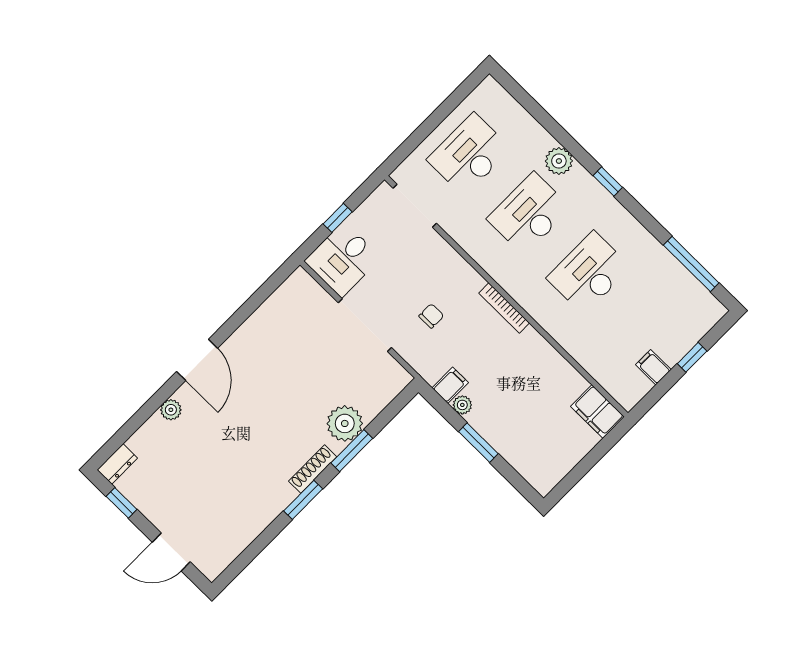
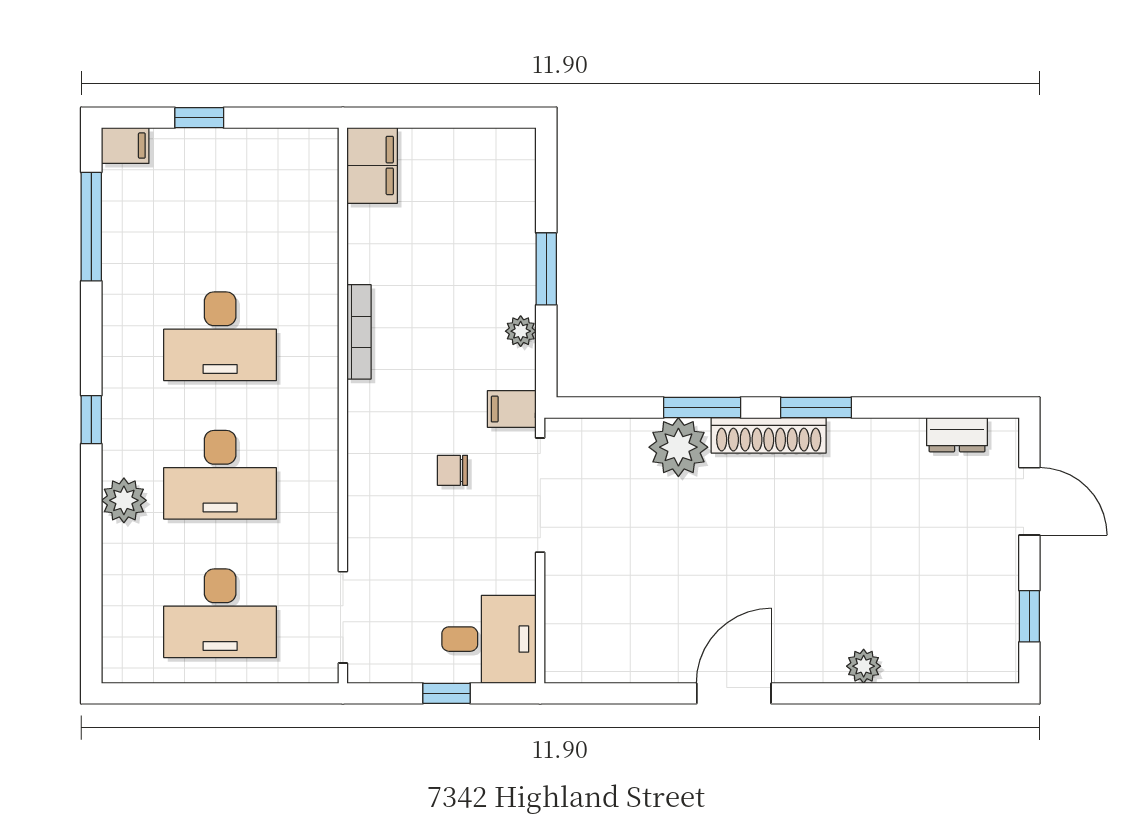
bookcase: (504, 308) -> (359, 332), moved
doorway: (365, 325) -> (540, 495), moved
door: (197, 360) -> (734, 693), moved
filing cabinet: (653, 367) -> (125, 146), moved, turned -90
filing cabinet: (450, 385) -> (512, 409), moved
dresser: (117, 464) -> (957, 435), moved, turned 180
shoe rack: (313, 469) -> (769, 435), width x1.36, depth x1.24

